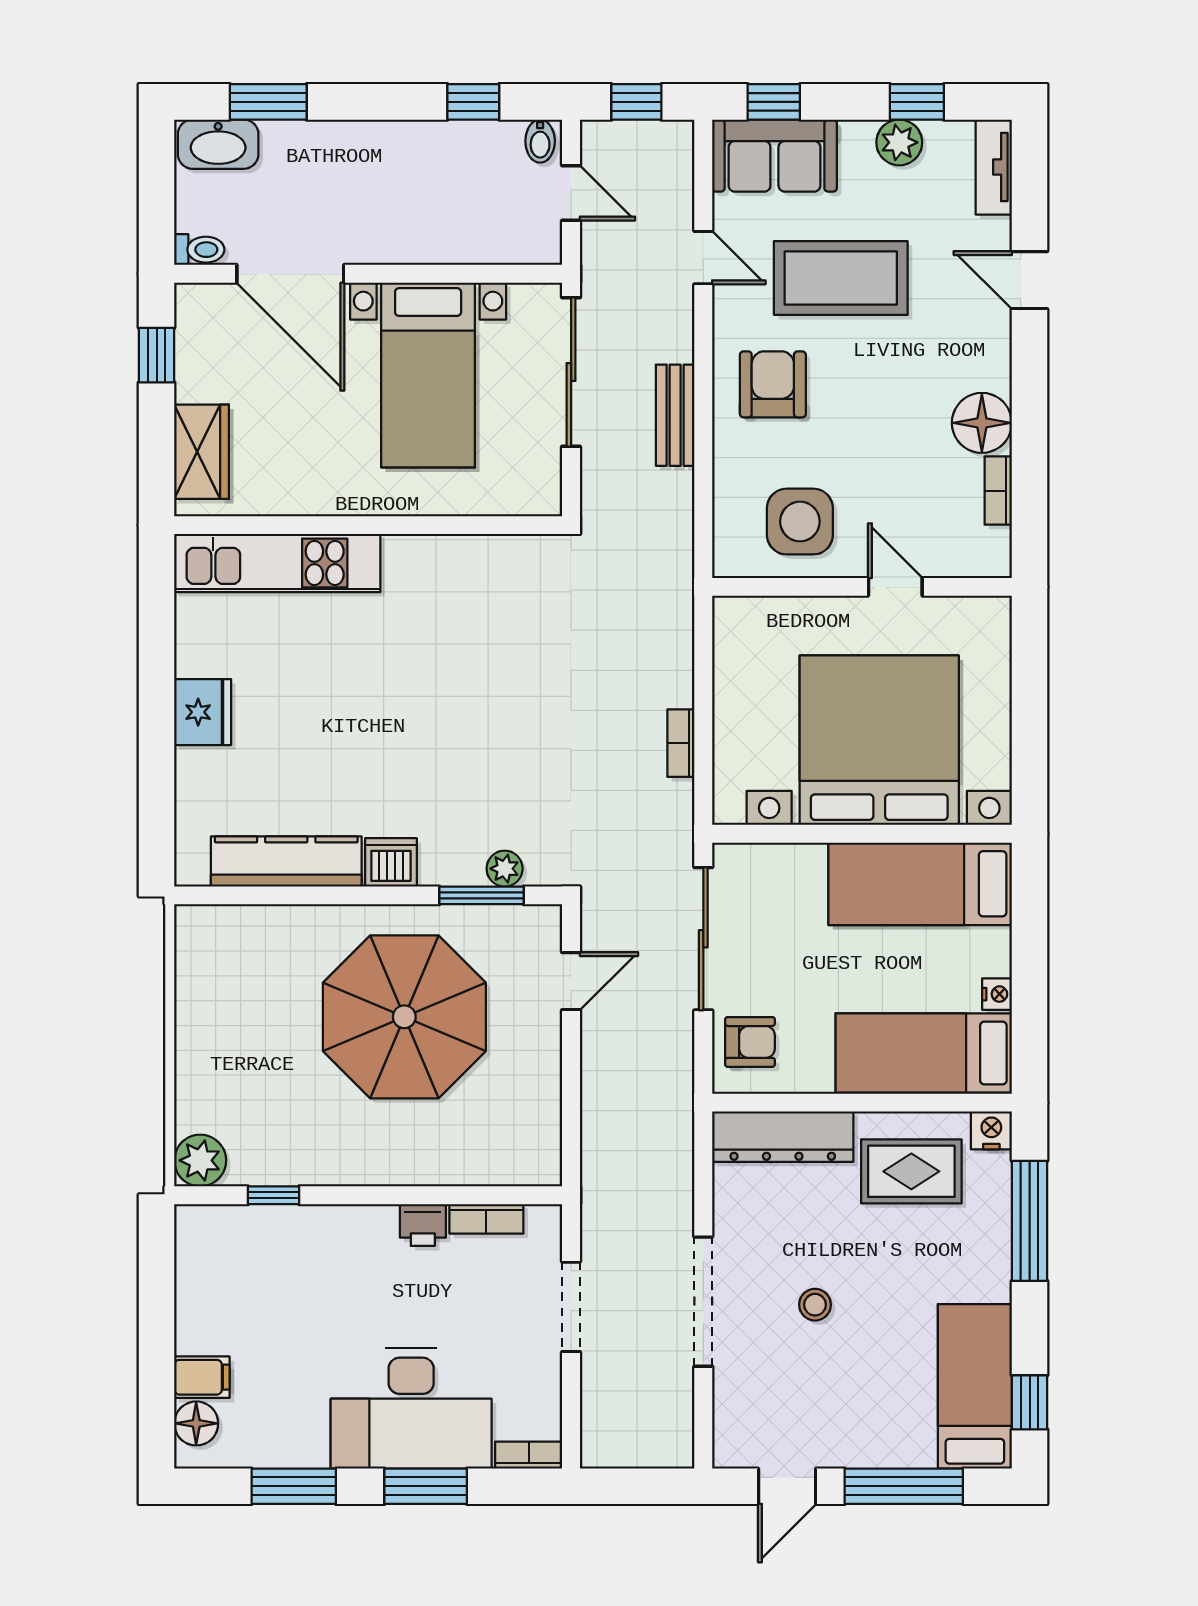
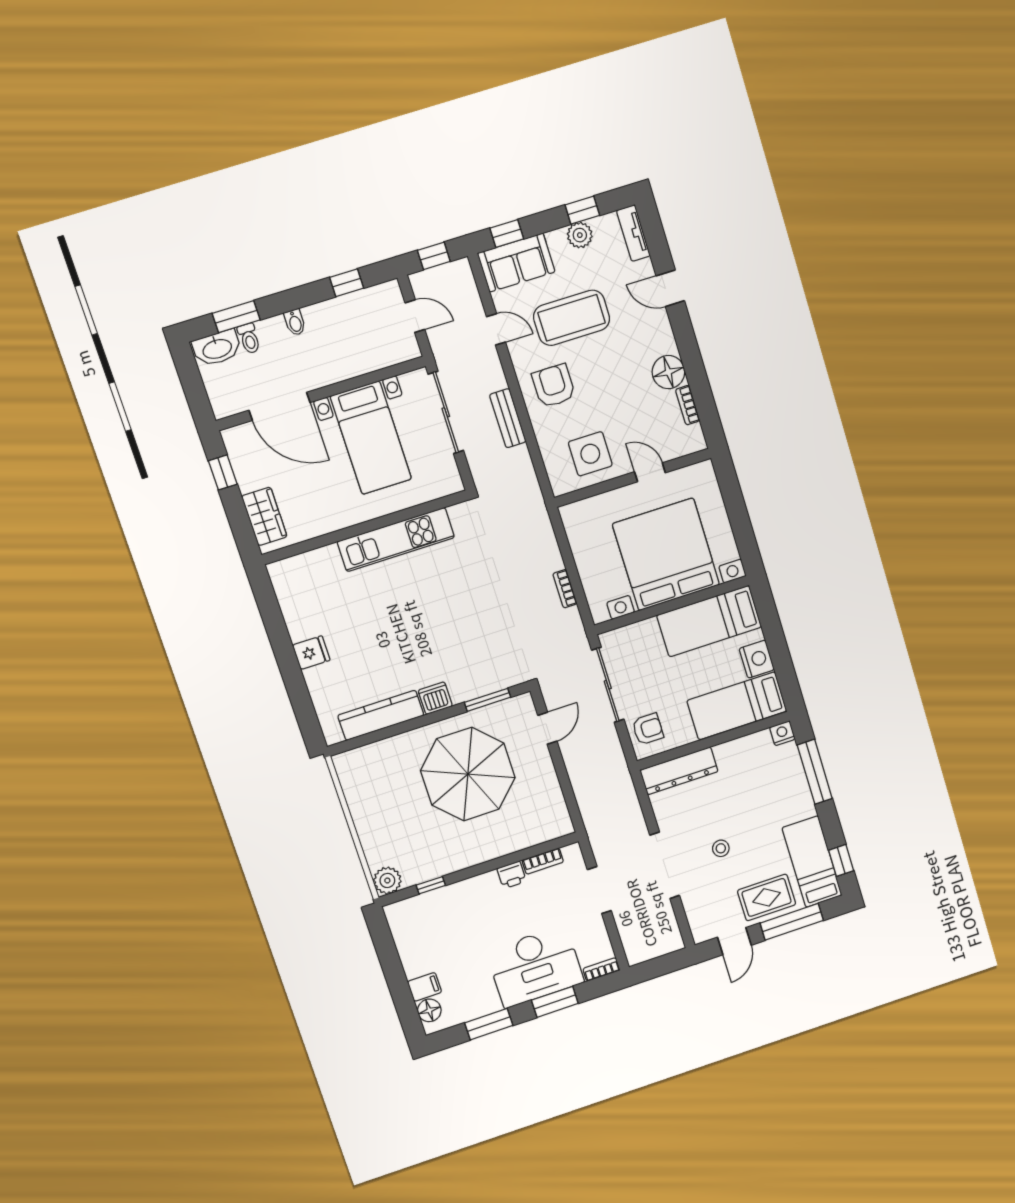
bidet: (540, 141) -> (295, 322), moved
toilet: (199, 250) -> (249, 338), moved, turned 90
kitchen unit: (277, 563) -> (396, 540), moved
fridge: (203, 712) -> (311, 653), width x0.72
plant: (505, 869) -> (495, 682), removed
nightstand: (997, 994) -> (757, 659), width x1.89, depth x1.79
rug: (911, 1171) -> (767, 897), moved

